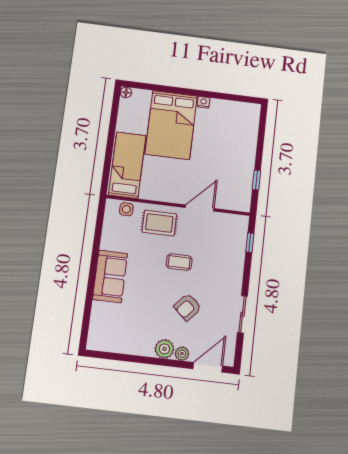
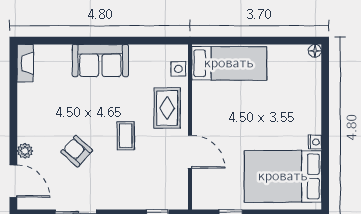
bed: (171, 125) -> (283, 176), moved
fireplace: (103, 344) -> (25, 63), added
plant: (164, 349) -> (28, 131), removed

